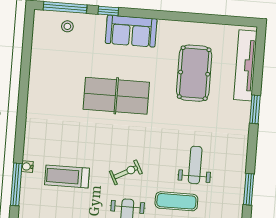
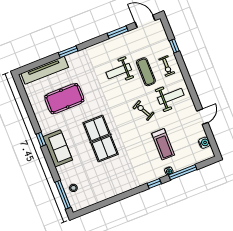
window: (108, 11) -> (41, 139), moved
window: (20, 139) -> (154, 183), added

